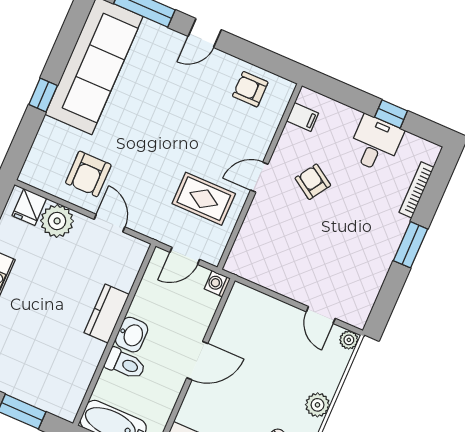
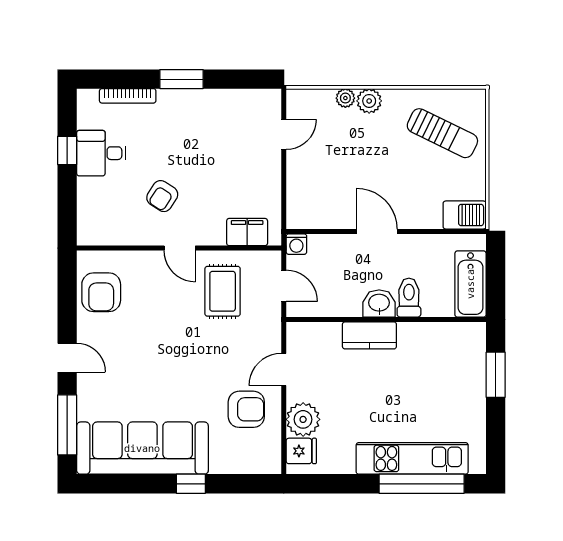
armchair: (250, 89) -> (101, 292), width x1.38, depth x1.38
filing cabinet: (302, 117) -> (247, 232), moved, width x2.00
plant: (349, 340) -> (345, 98), moved

